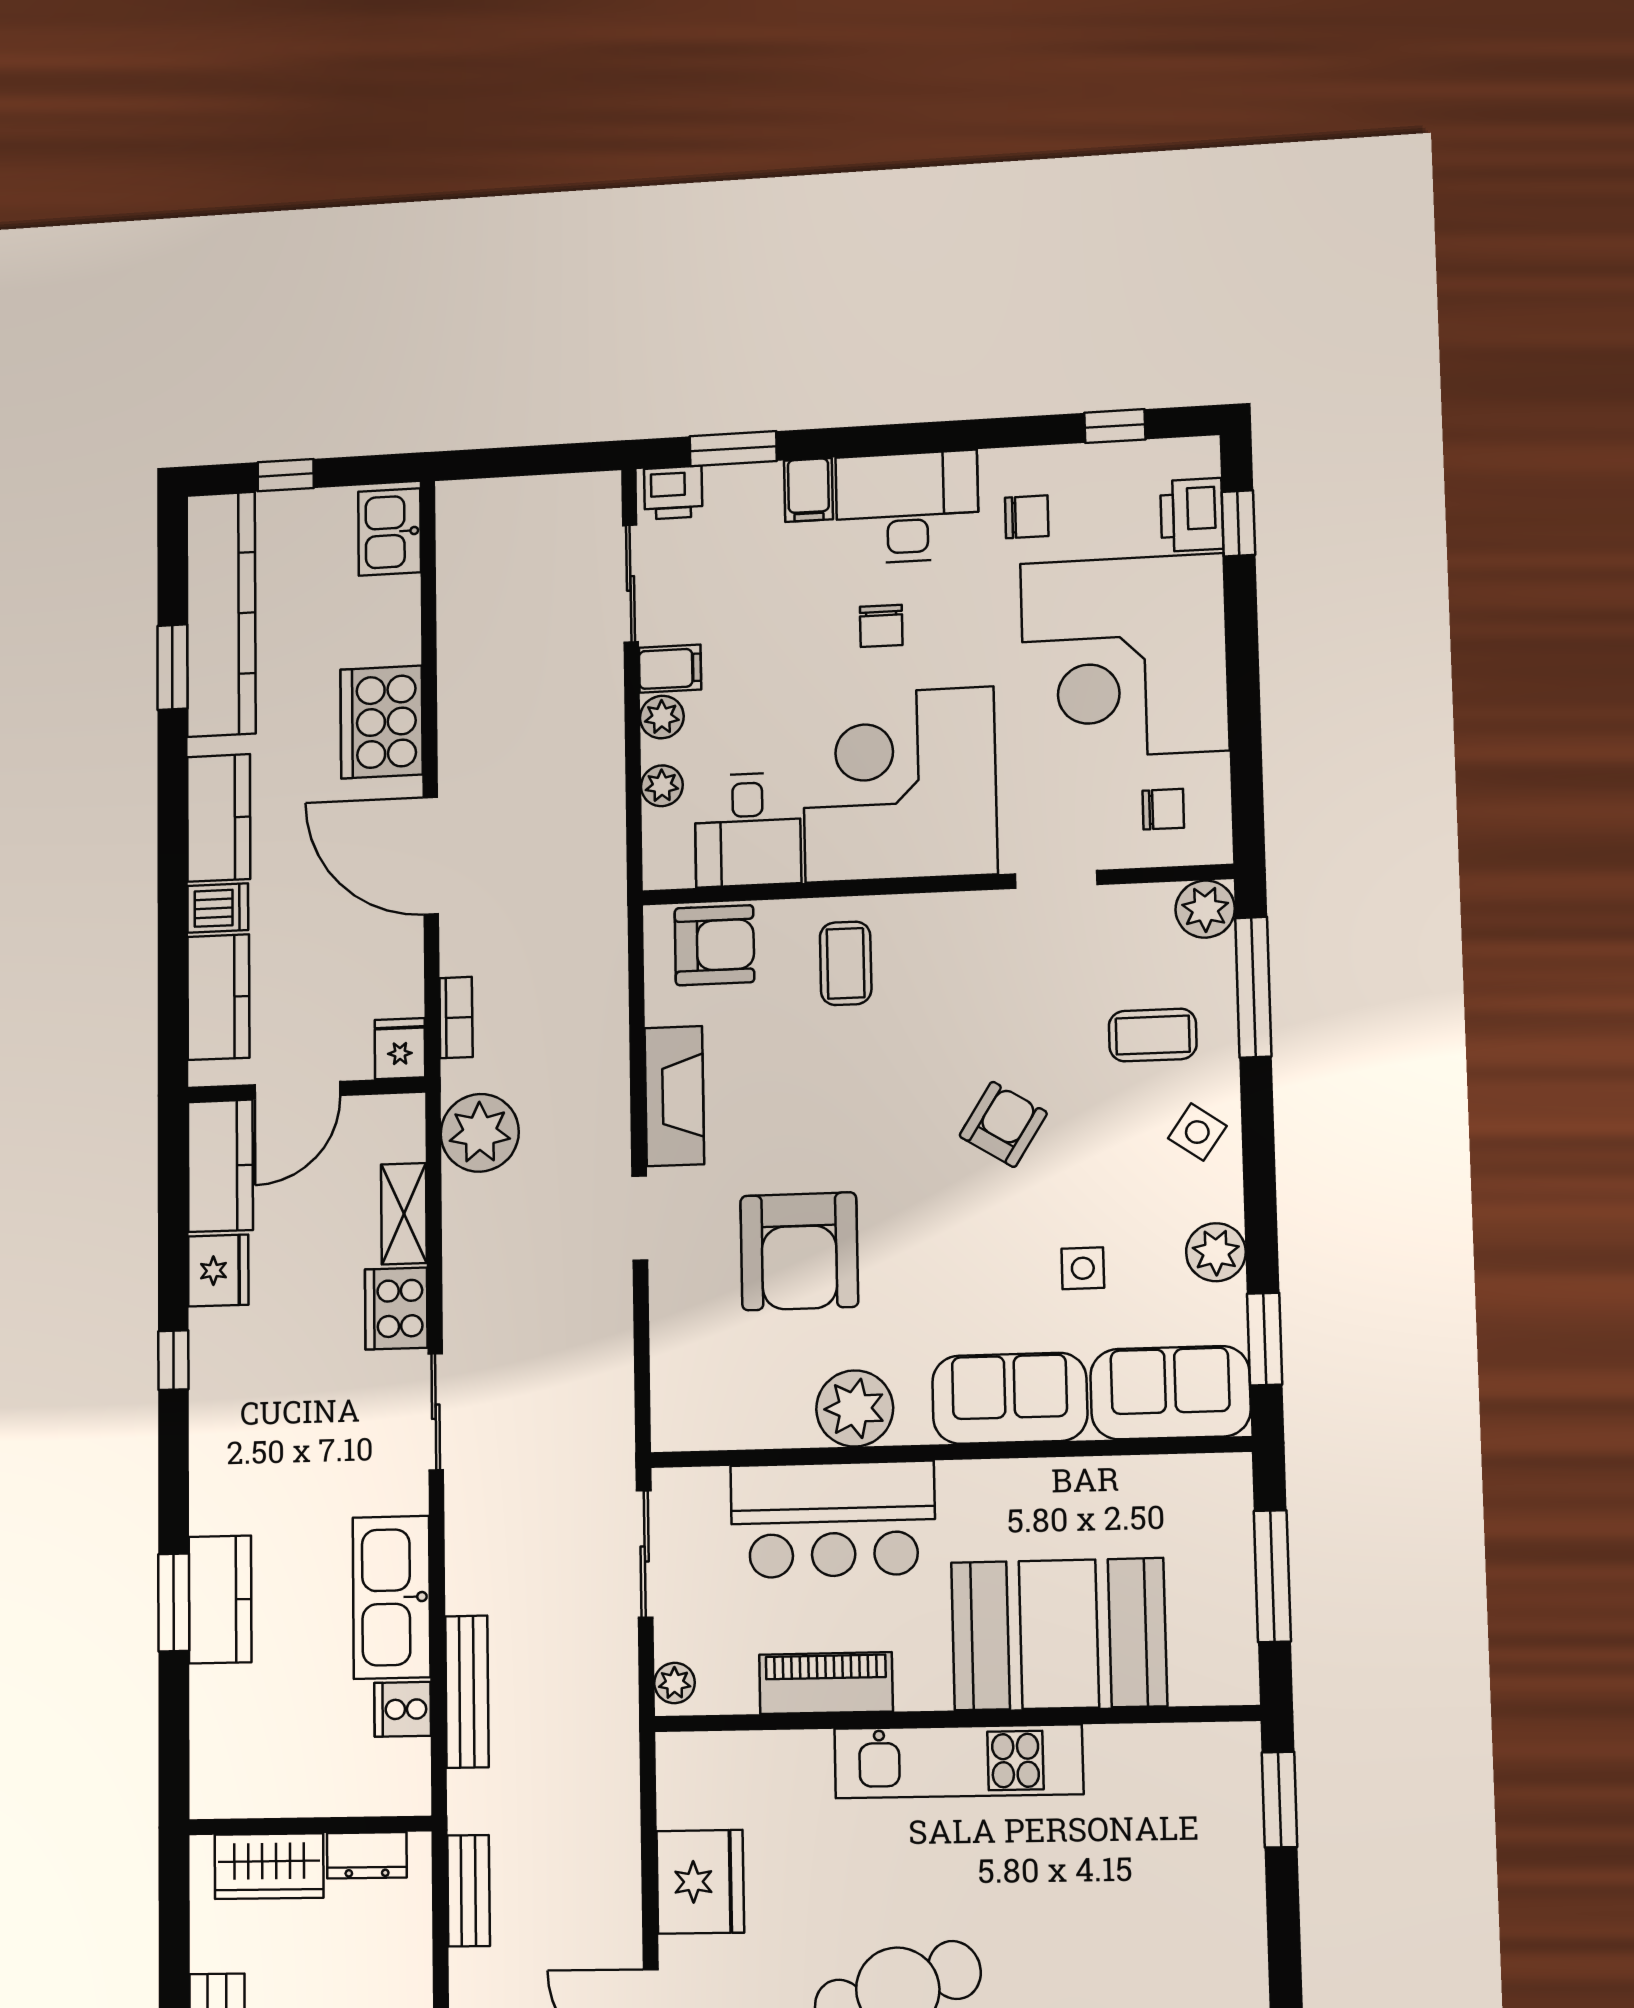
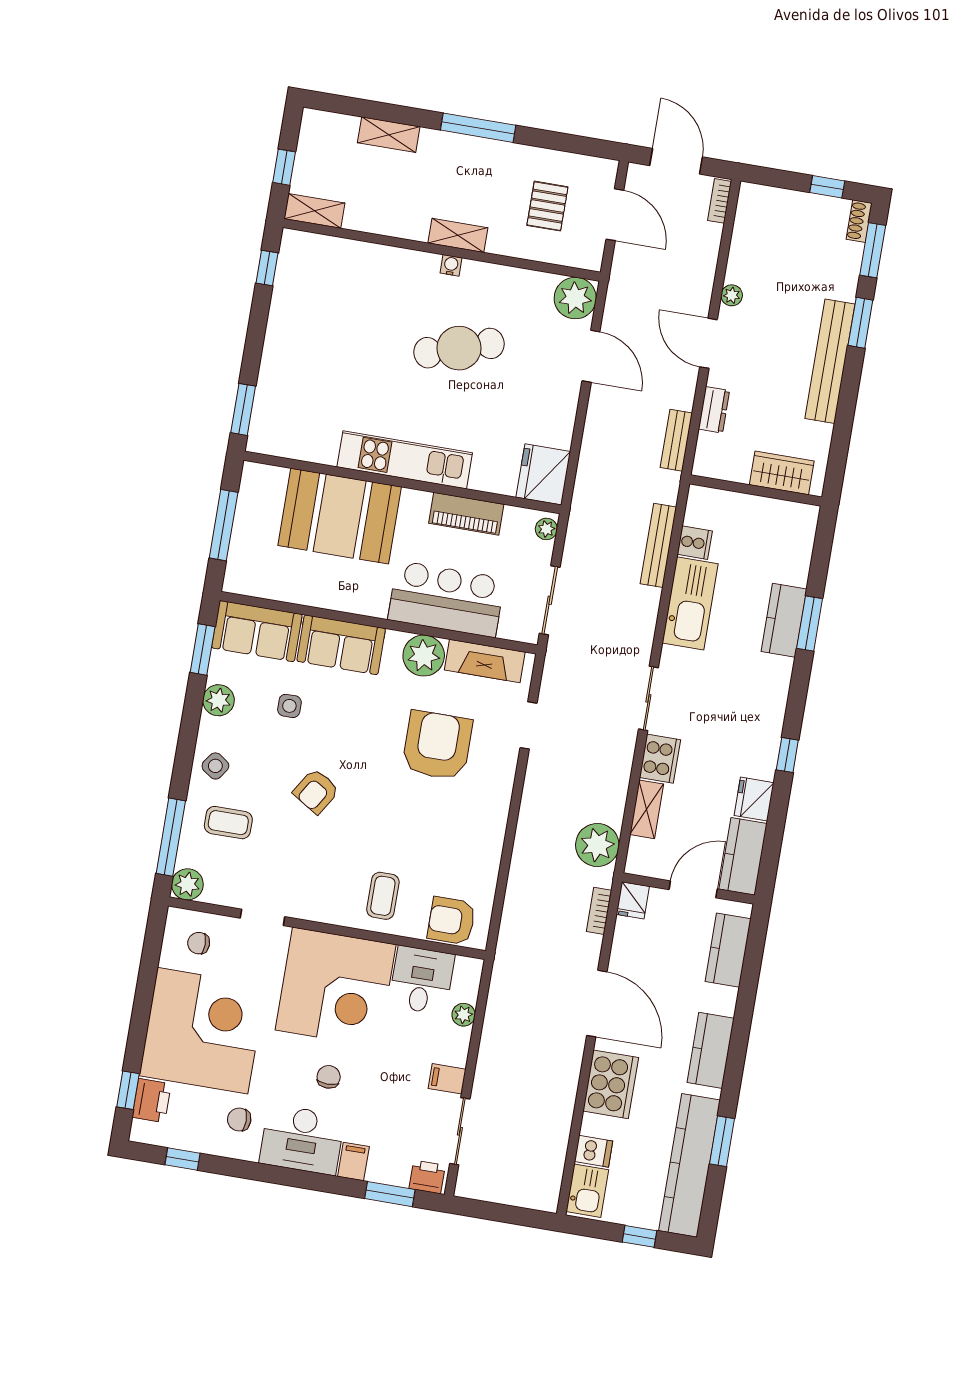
plant: (662, 717) -> (457, 1053), removed
dishwasher: (218, 908) -> (594, 1151), moved, turned 180
fireplace: (674, 1096) -> (485, 661), moved, turned -90
doorway: (640, 1218) -> (528, 725), moved
dresser: (367, 1855) -> (714, 410), moved, turned 90
fridge: (700, 1882) -> (543, 474), moved

